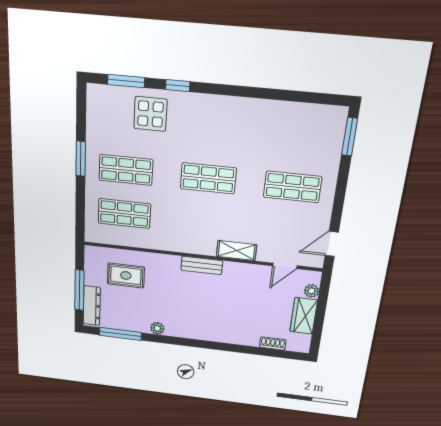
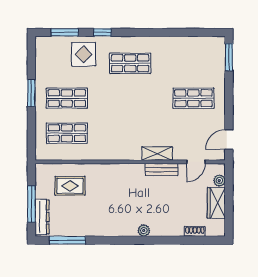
shop shelf: (208, 178) -> (130, 63), moved
bench: (202, 265) -> (161, 170), moved
plant: (157, 328) -> (144, 231), moved

